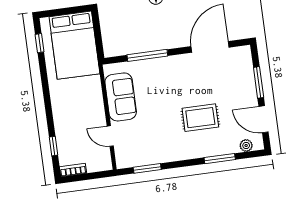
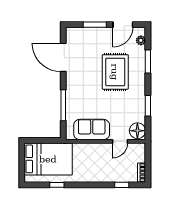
window: (40, 43) -> (57, 185), moved
rug: (200, 118) -> (115, 72), width x1.36, depth x1.43
floor lamp: (127, 157) -> (137, 131), added
window: (147, 168) -> (148, 106), moved

